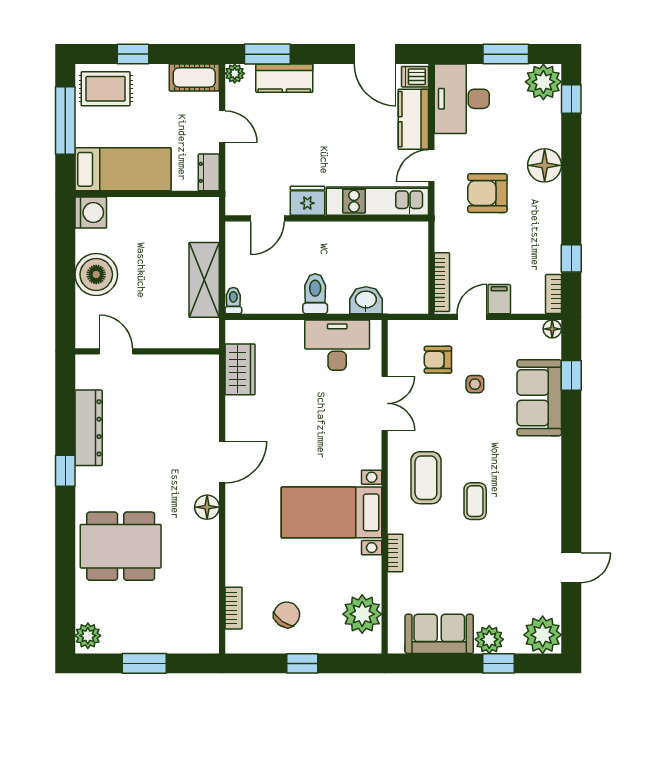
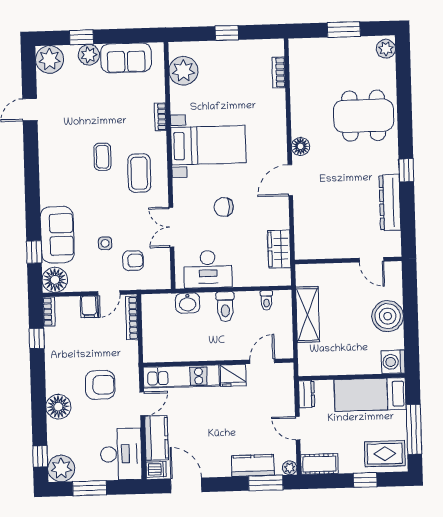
toilet: (233, 301) -> (266, 300), moved
floor lamp: (552, 329) -> (55, 280), width x1.89, depth x1.89
chair: (287, 615) -> (224, 207), moved, turned 55

